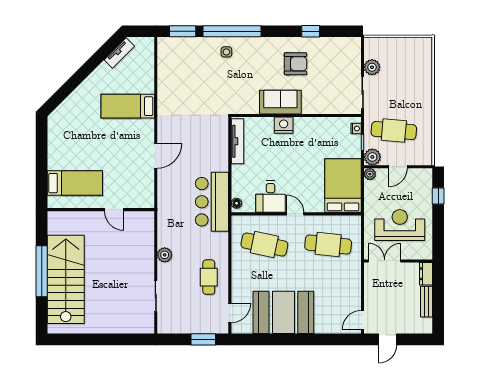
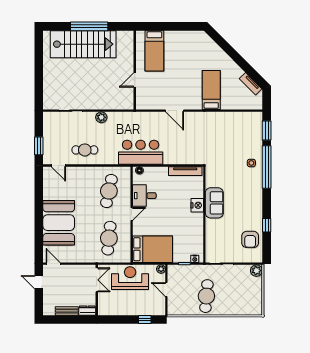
armchair: (296, 64) -> (250, 239), moved
plant: (372, 67) -> (256, 271), moved
cafe table: (394, 131) -> (206, 296), moved
plant: (372, 157) -> (174, 271), removed
reception desk: (400, 225) -> (130, 278), moved, turned -90
booth: (283, 312) -> (59, 223), moved

